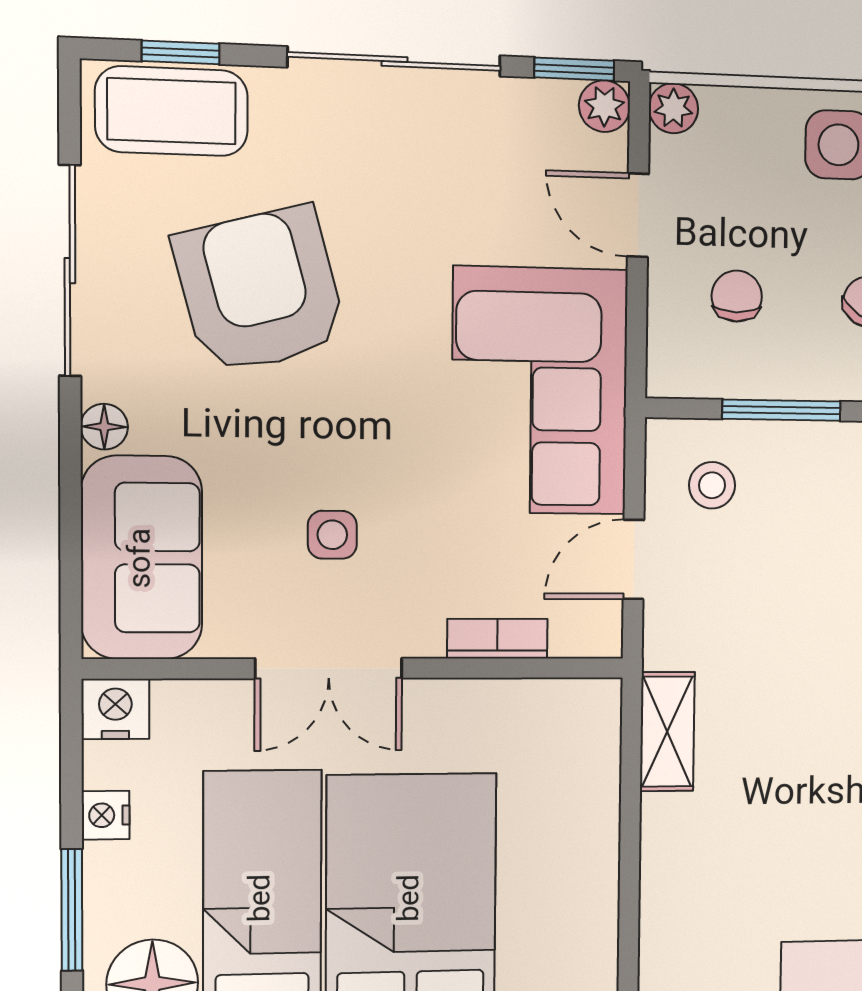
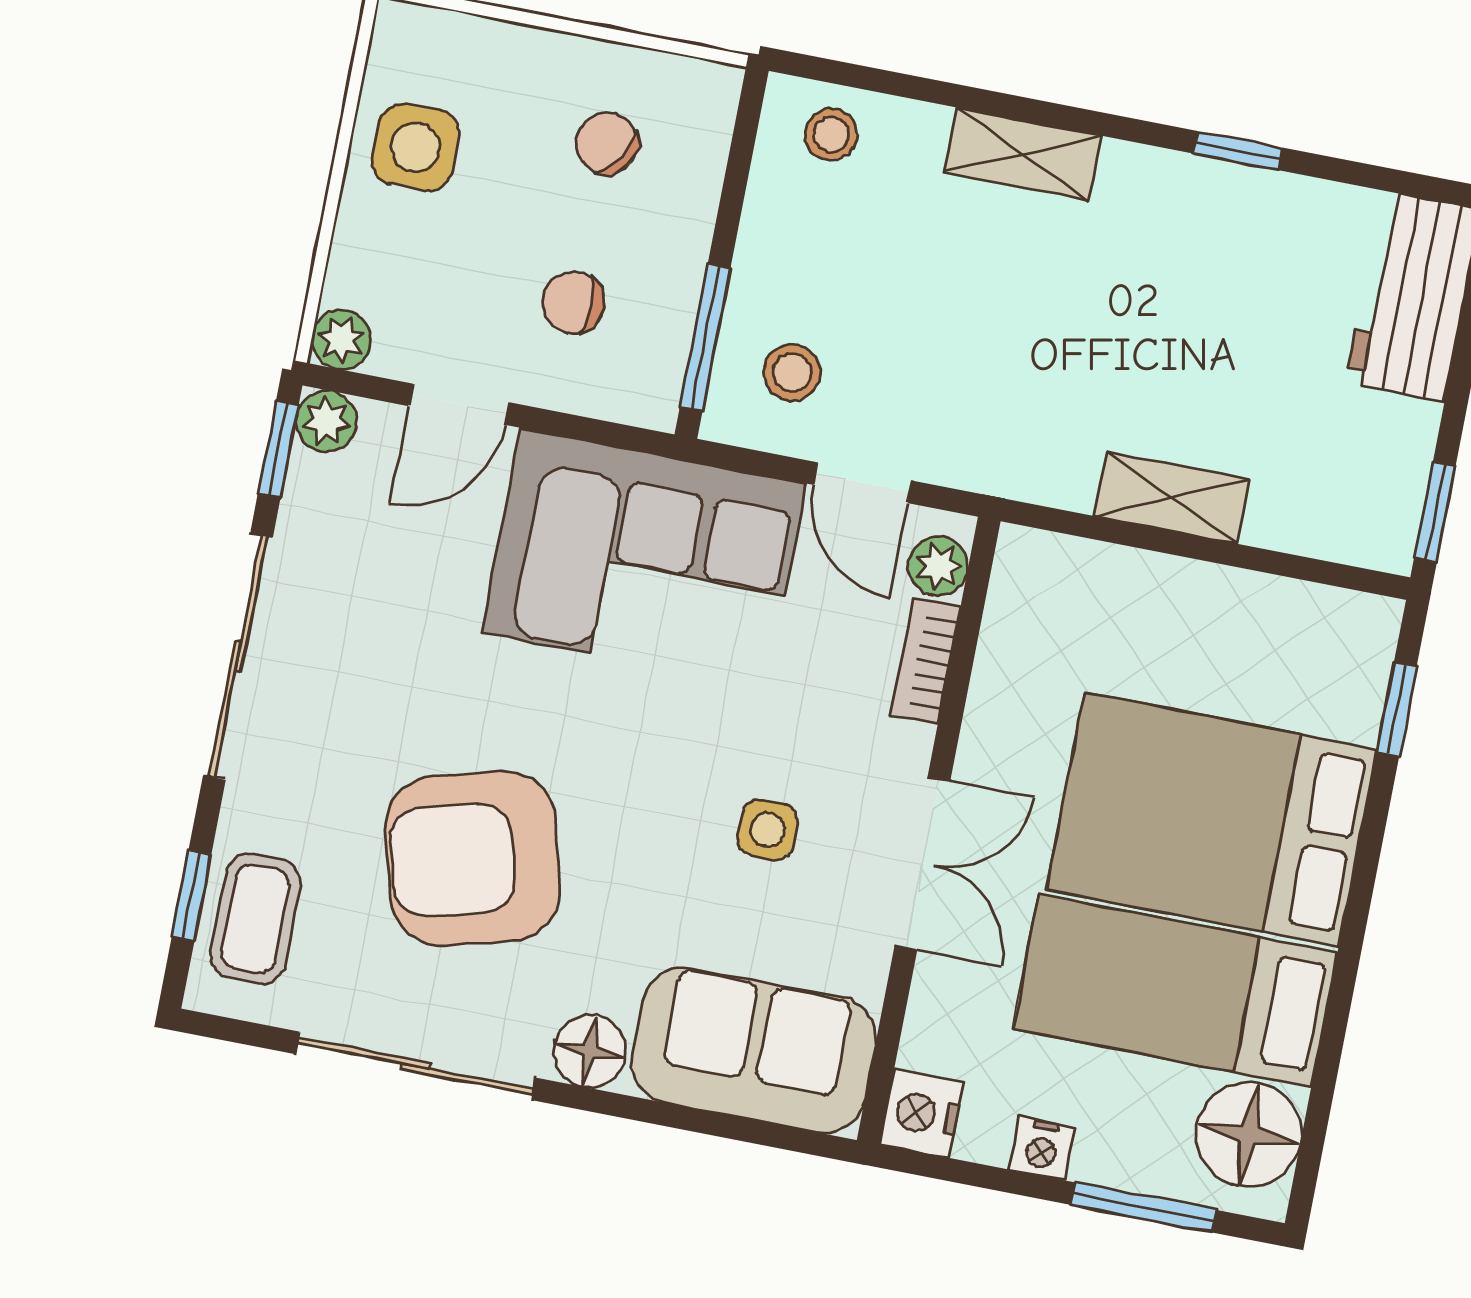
coffee table: (172, 111) -> (255, 919), width x0.73, depth x0.77
window: (781, 410) -> (705, 338), moved
floor lamp: (104, 427) -> (590, 1051), width x1.37, depth x1.37
plant: (577, 634) -> (938, 566), added
shelving: (667, 732) -> (1172, 498), moved

